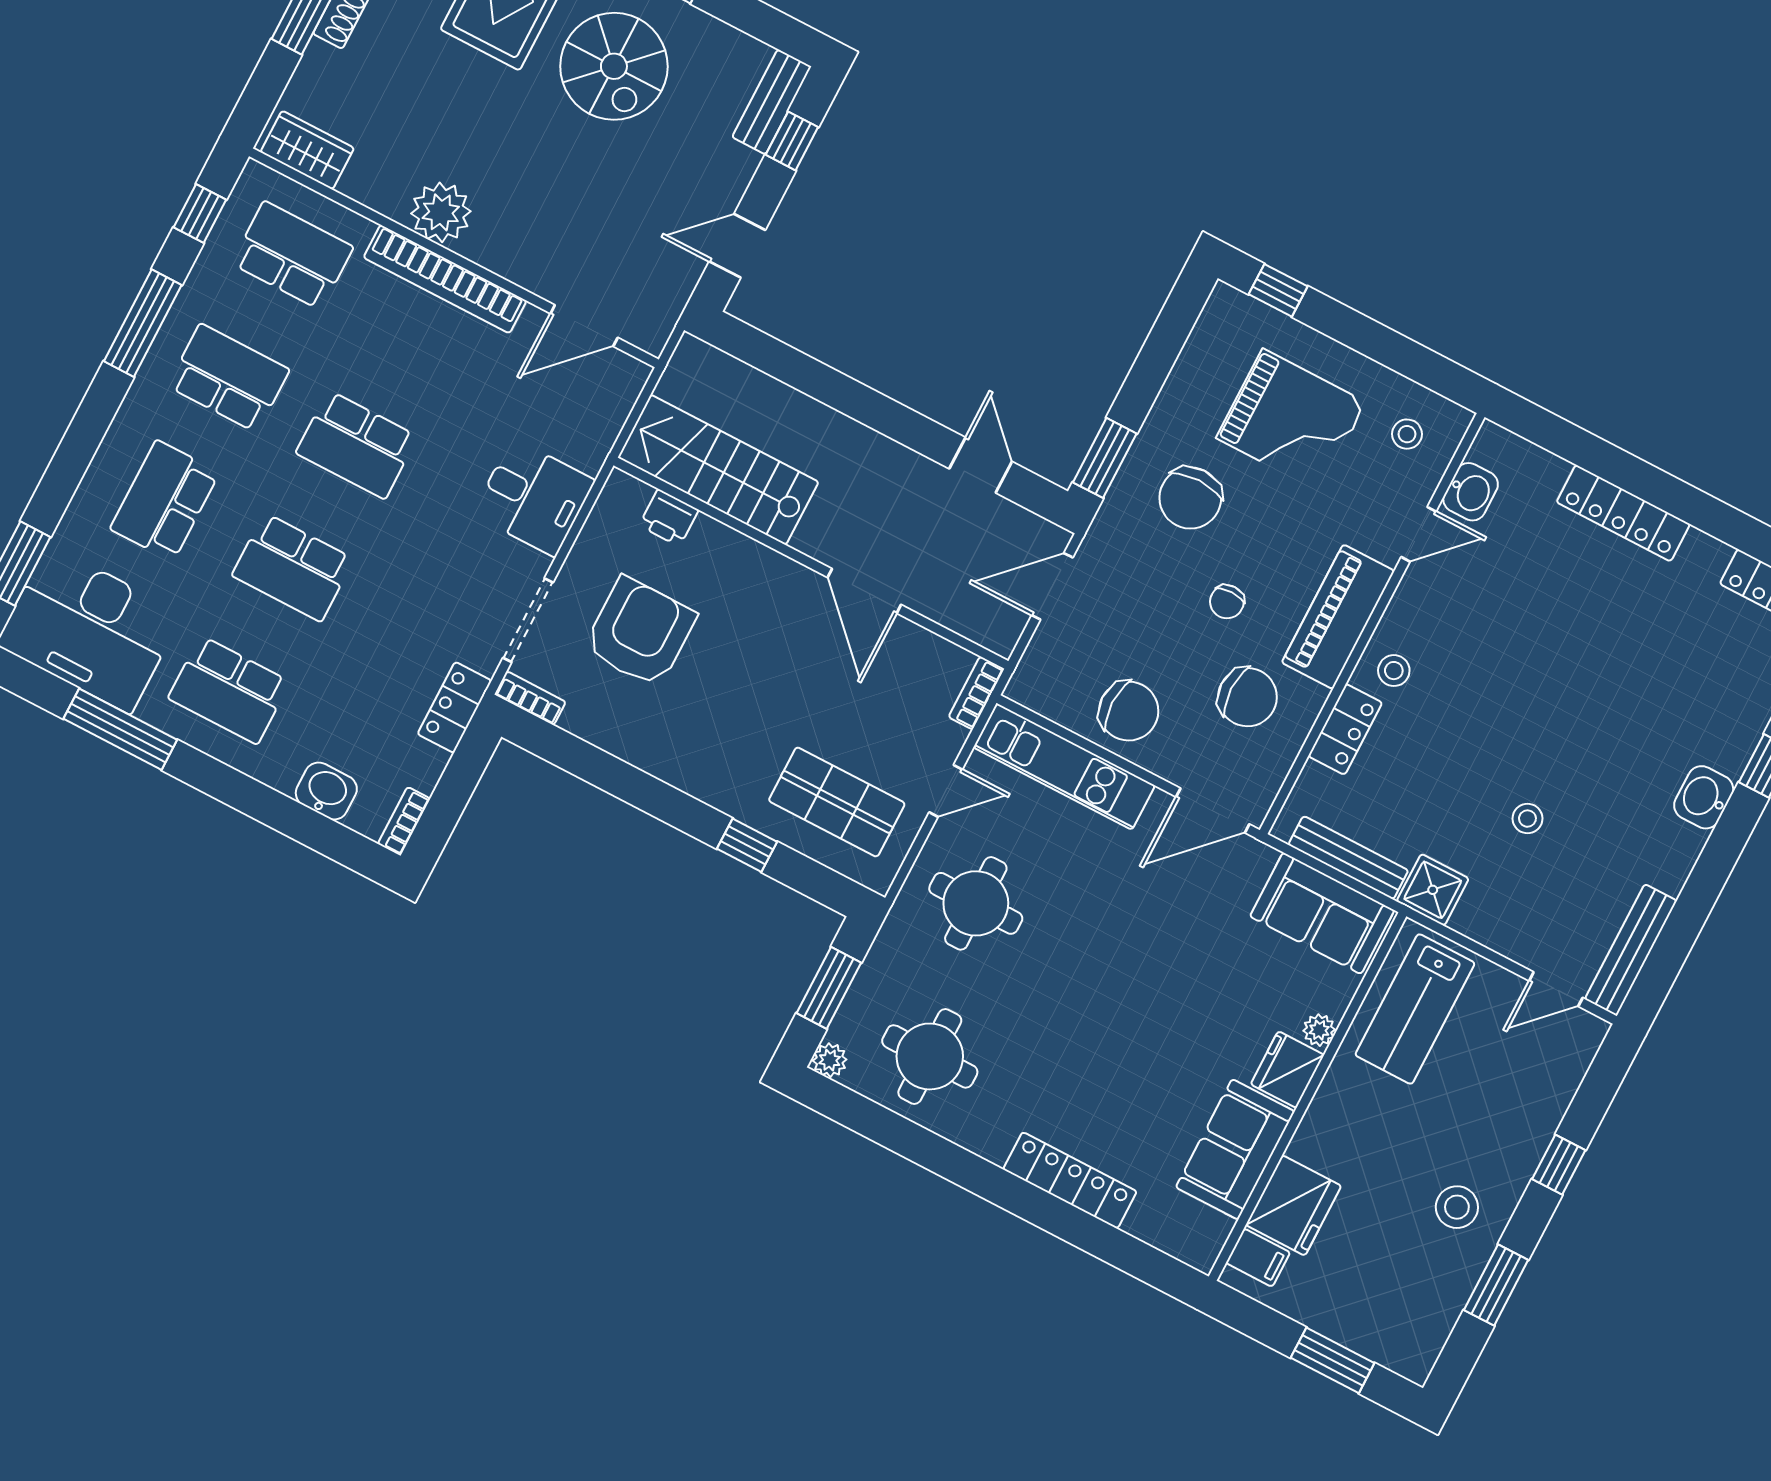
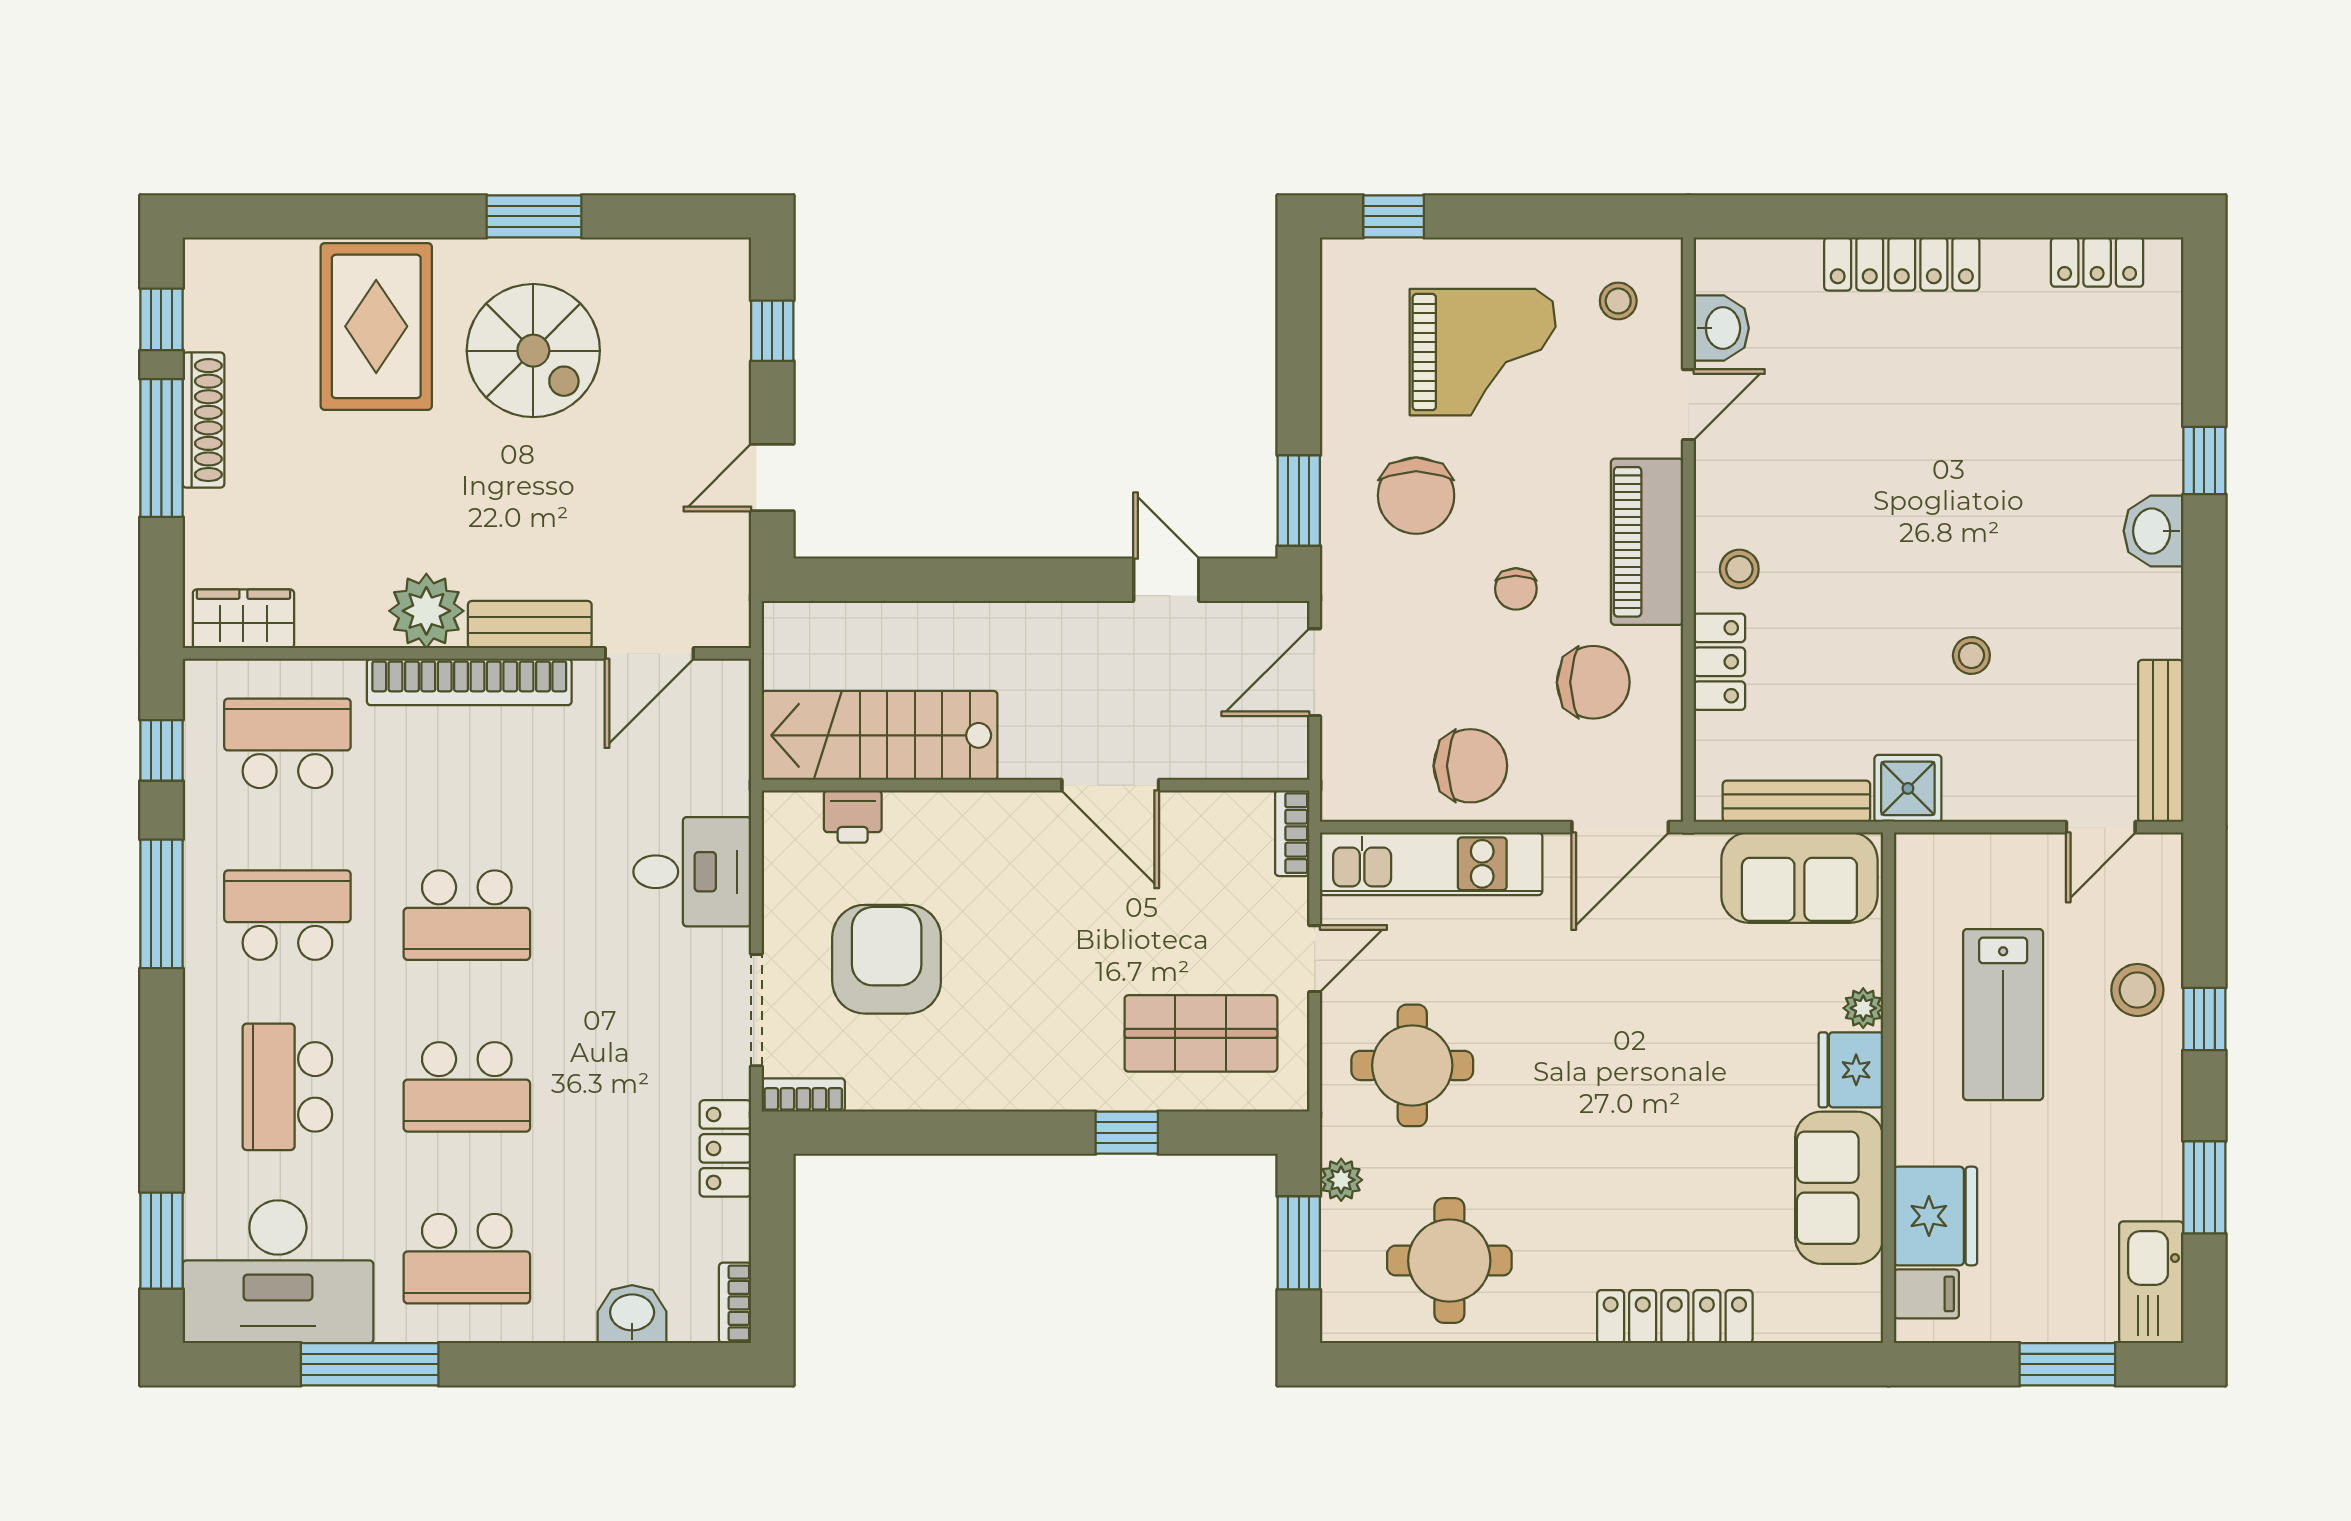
bench: (772, 102) -> (530, 625), moved, turned 90
lab bench: (1415, 1009) -> (2003, 1015), moved
plant: (830, 1060) -> (1341, 1180), moved
stool: (1457, 1207) -> (2137, 990), moved
kitchen sink: (1423, 1333) -> (2151, 1282), added

